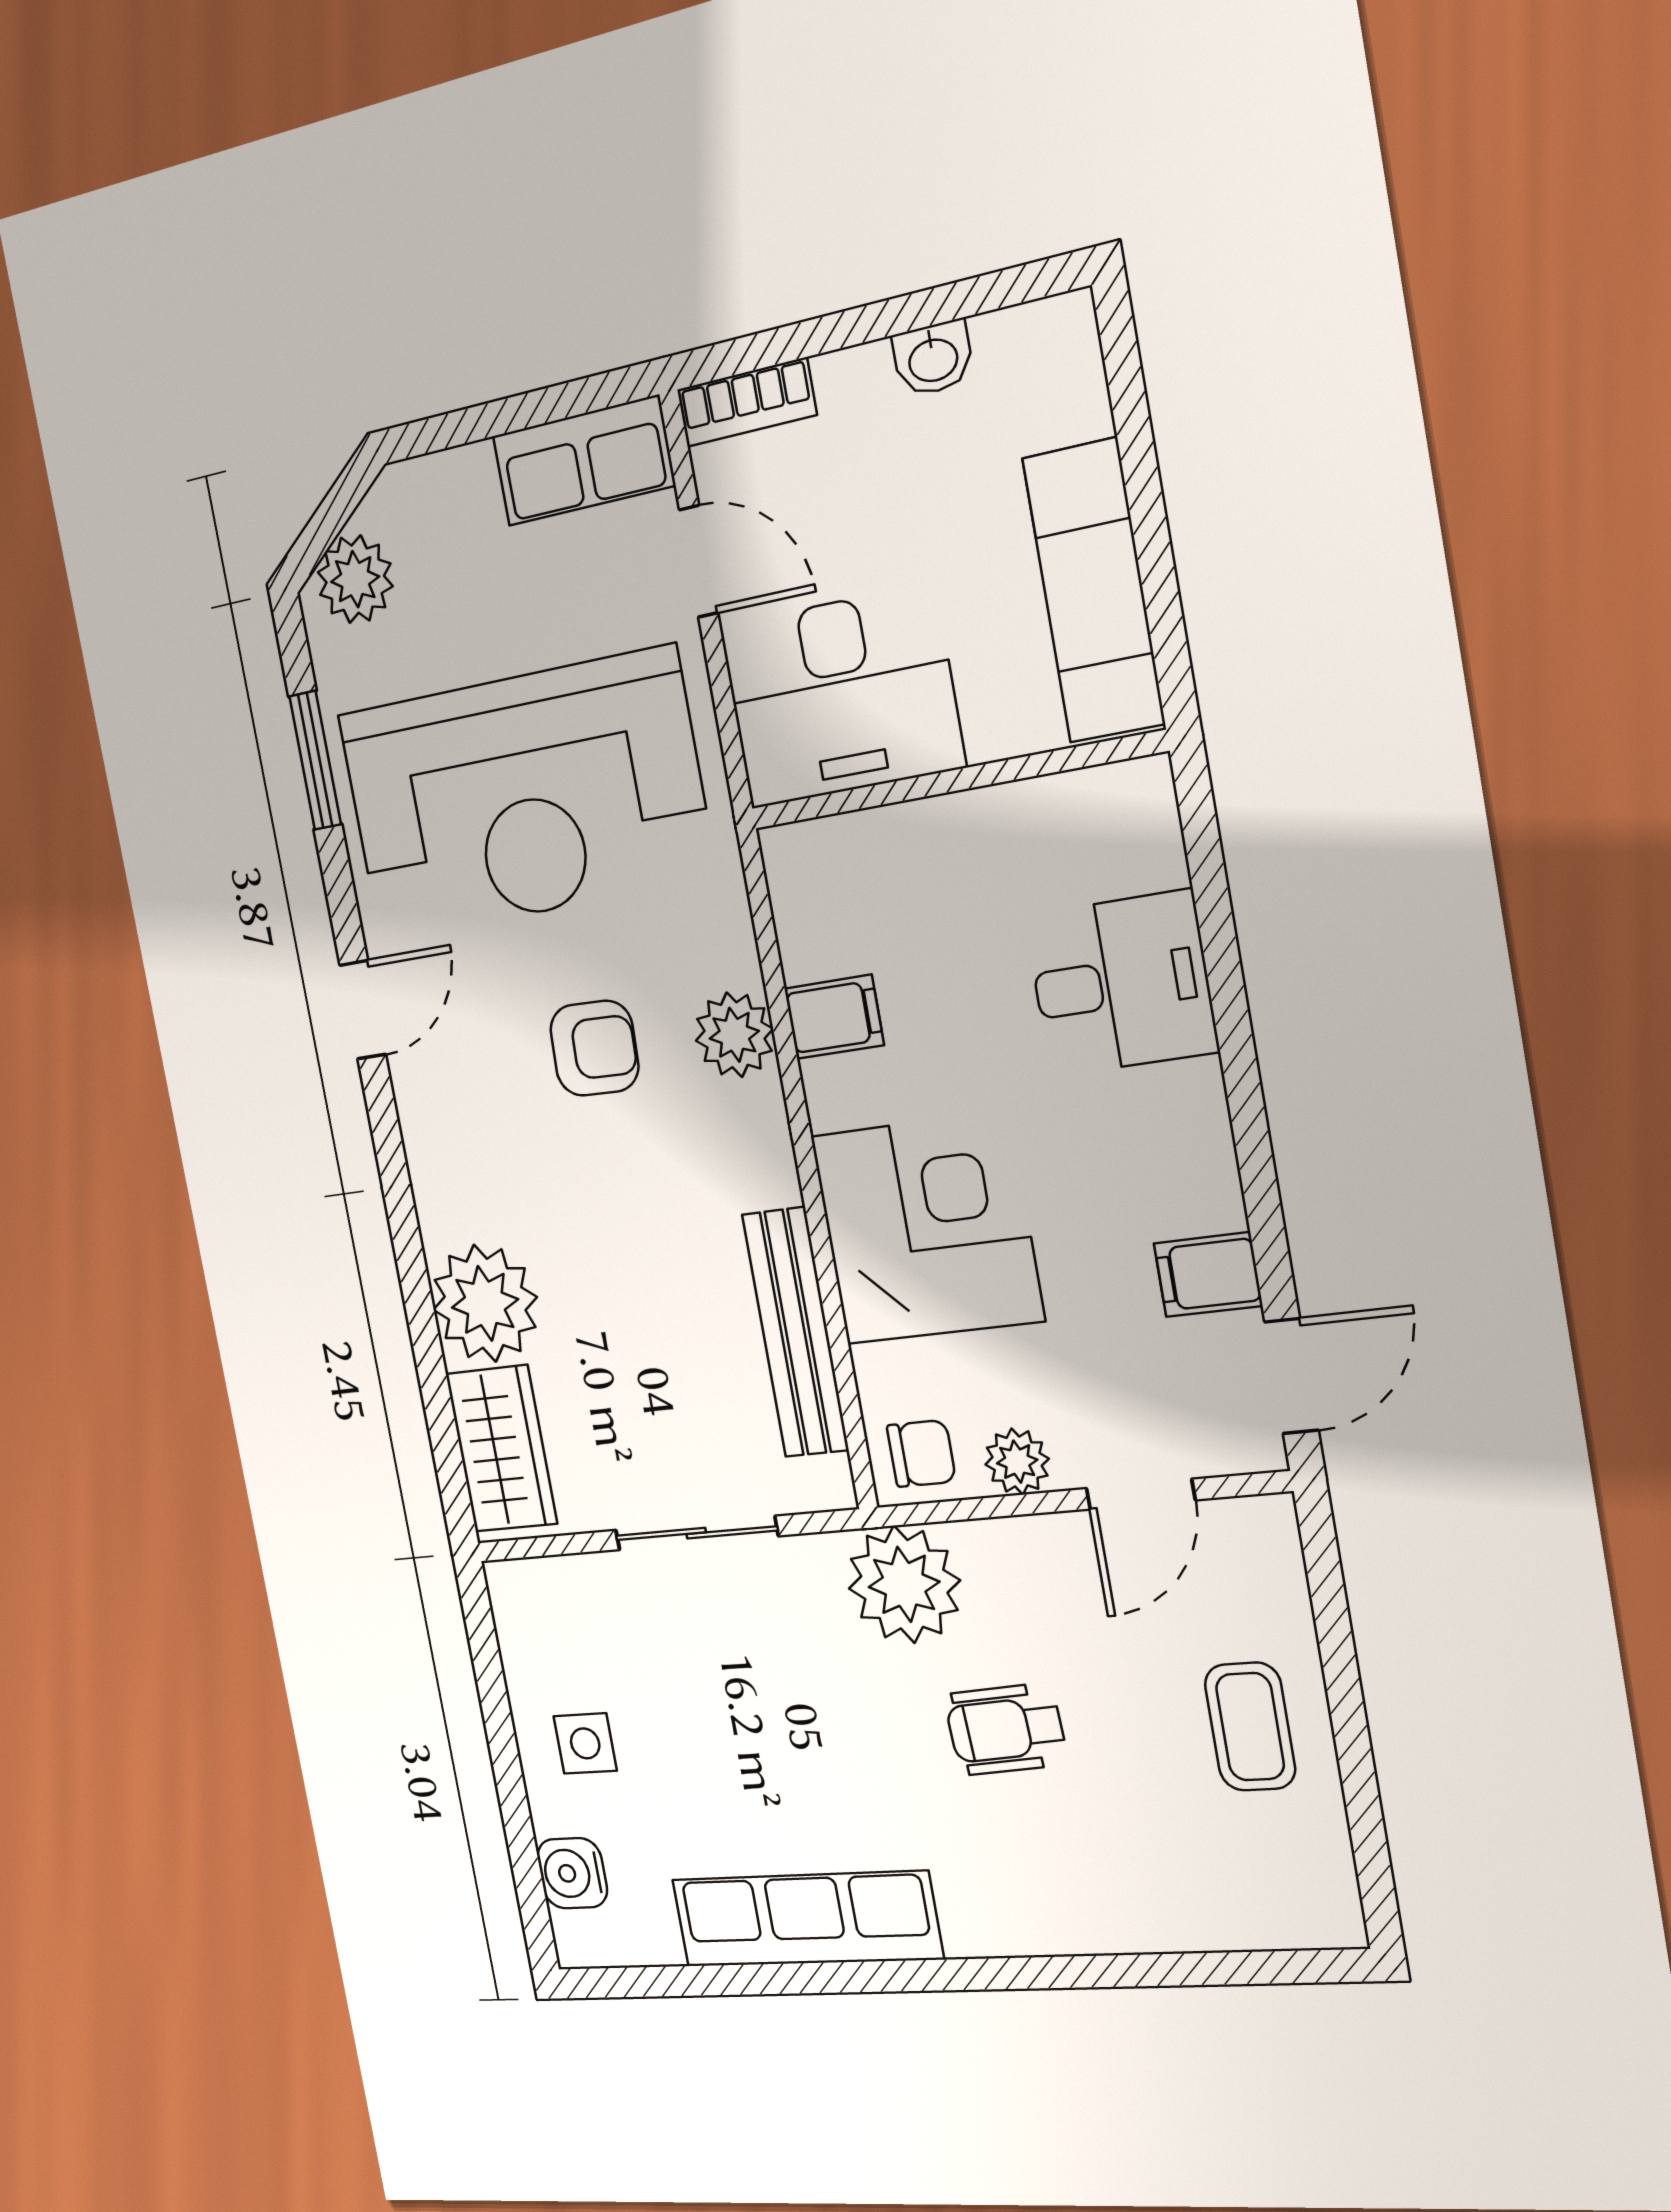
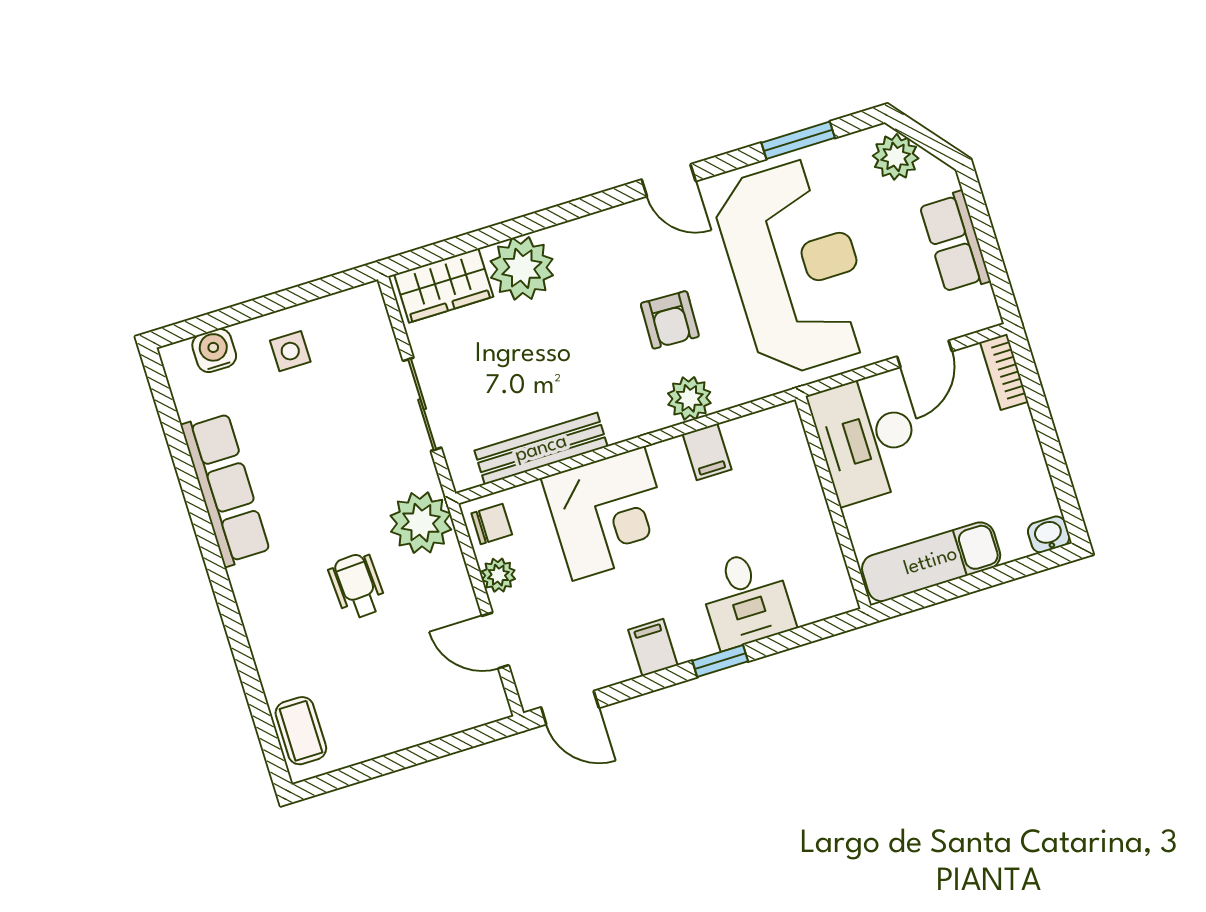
washbasin: (933, 358) -> (1049, 534), moved, turned 90
row of seats: (584, 461) -> (955, 242), moved
reception desk: (524, 796) -> (795, 267), turned 180
window: (1238, 1057) -> (720, 661), added
filing cabinet: (1208, 1275) -> (653, 647), moved
chair: (921, 1453) -> (492, 524), turned -90
coffee table: (1250, 1727) -> (301, 731), moved, turned 90

